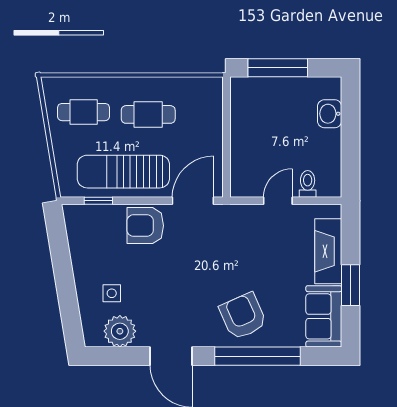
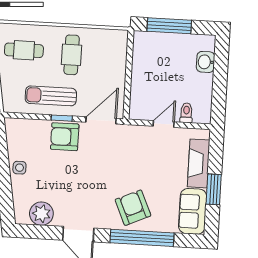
cafe table: (148, 114) -> (72, 55), turned 90
sun lounger: (123, 172) -> (51, 96), width x0.73, depth x0.75
window: (98, 201) -> (62, 118), moved
side table: (112, 293) -> (19, 168), moved

